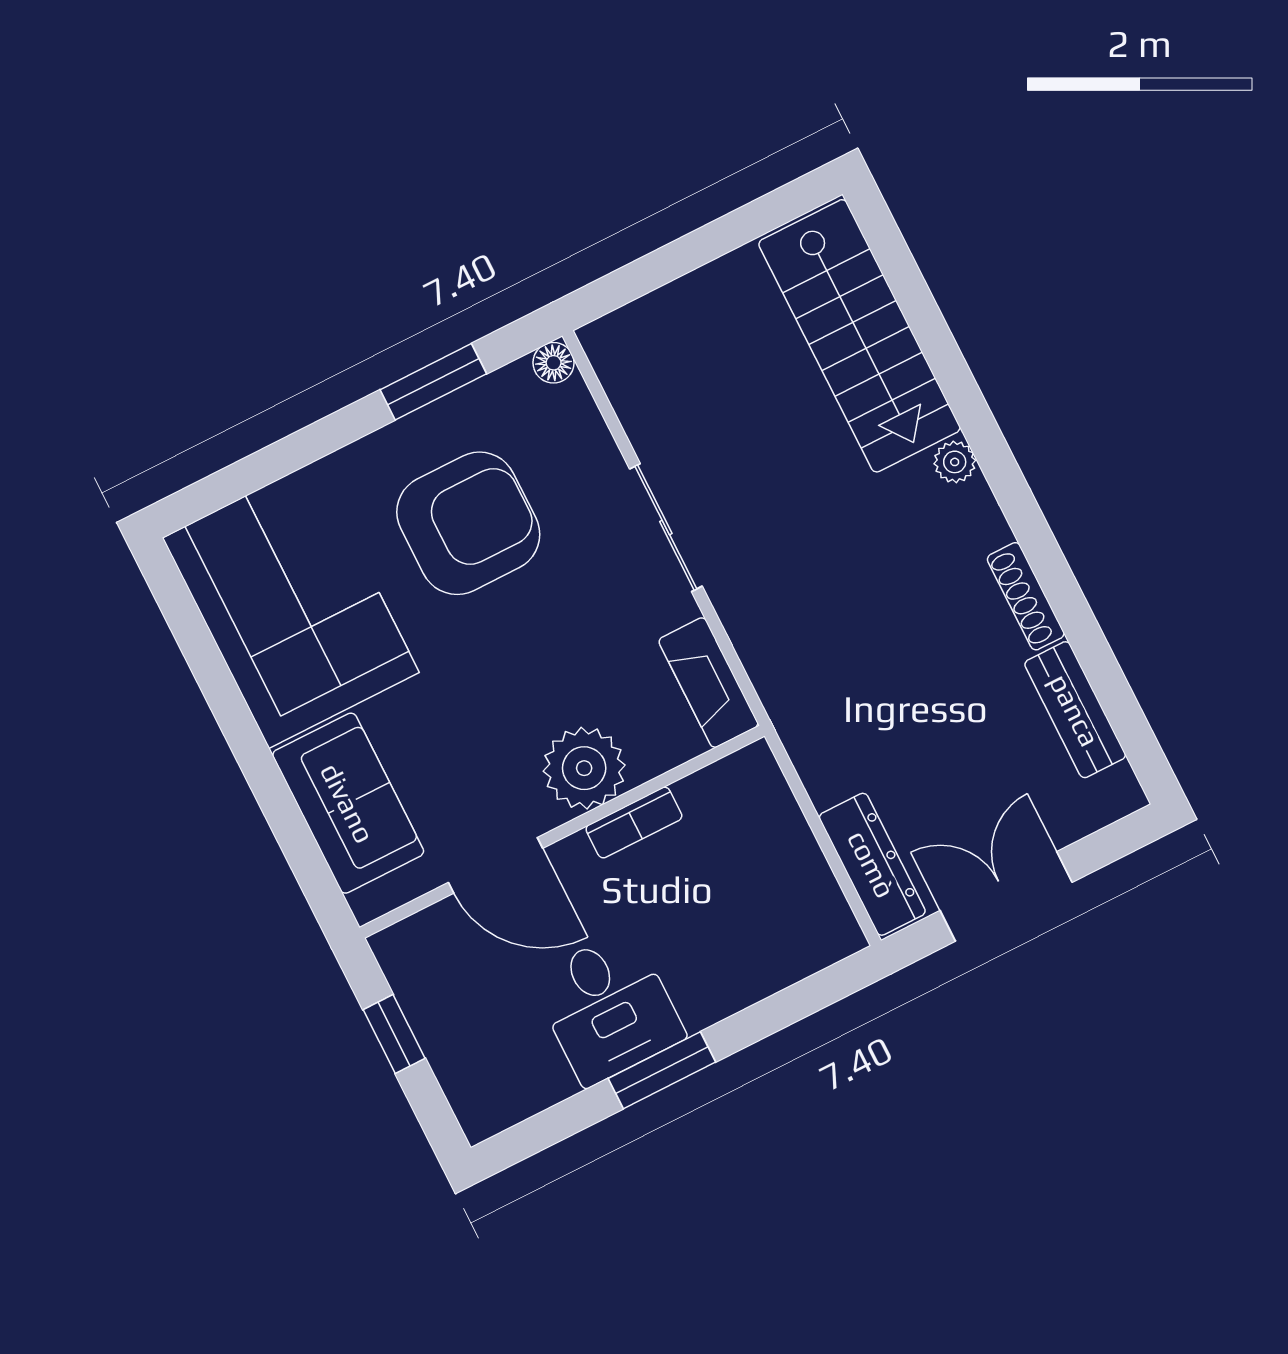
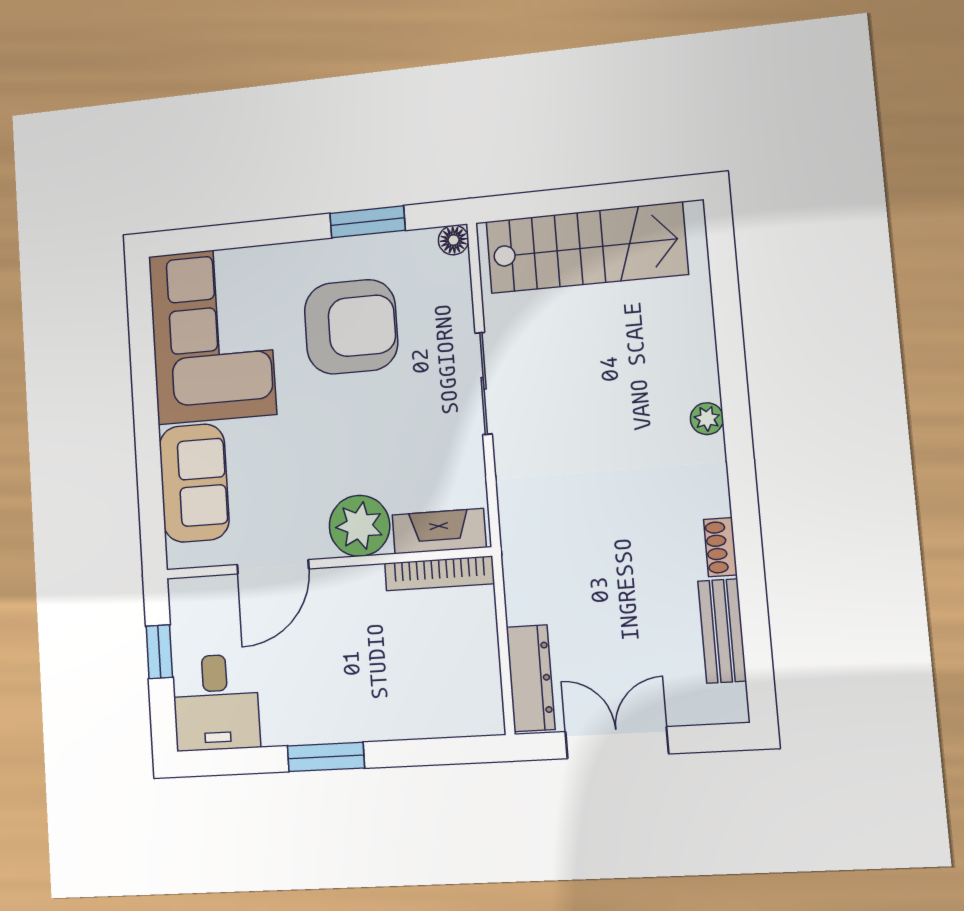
stairs: (859, 336) -> (586, 248), moved, turned -90
shoe rack: (1026, 596) -> (720, 547), width x0.70
fireplace: (708, 683) -> (439, 531), moved, turned 90
bookcase: (634, 822) -> (439, 573), moved, width x1.56
door: (496, 865) -> (273, 567), hinge flipped
desk: (608, 1008) -> (216, 702), moved

